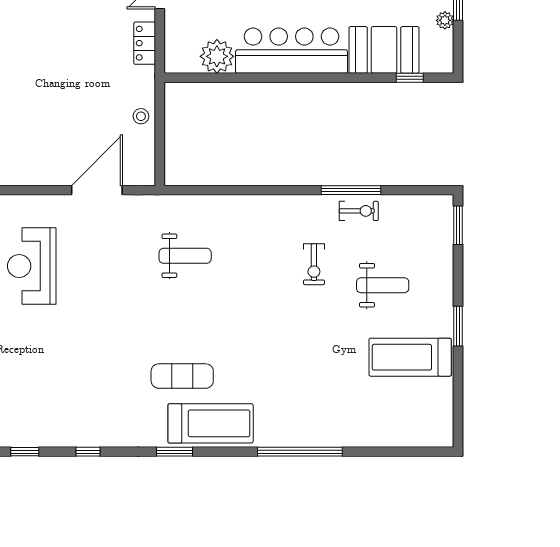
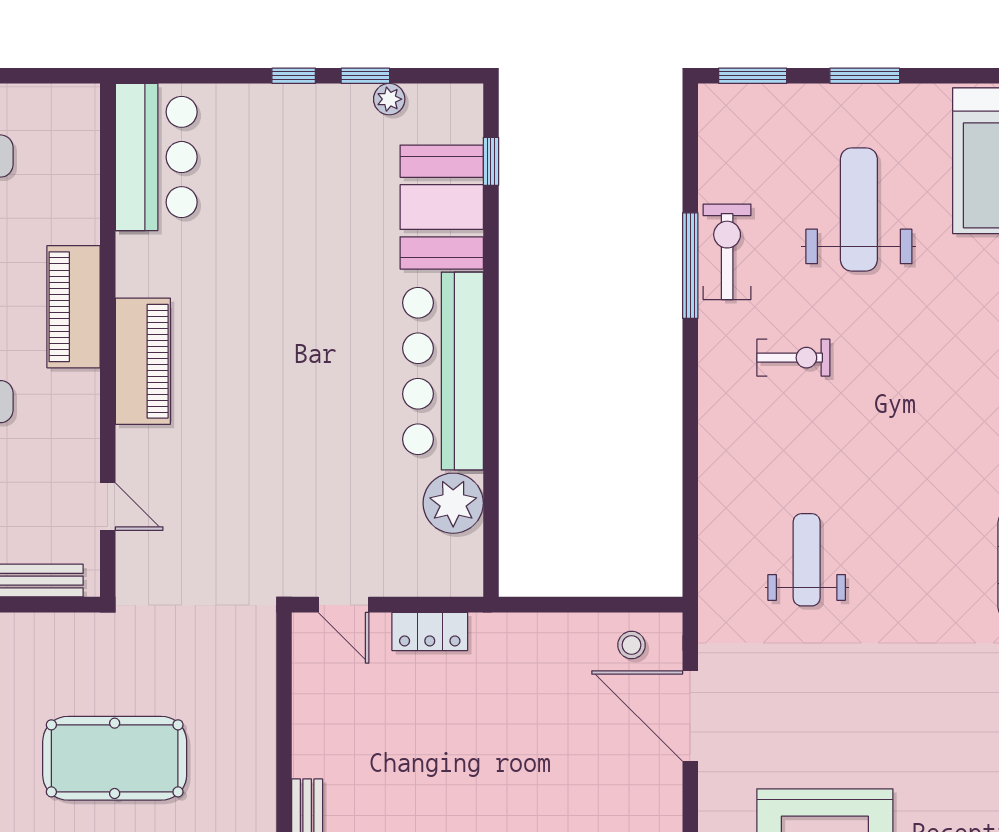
stool: (141, 116) -> (632, 645), moved
exercise bike: (359, 211) -> (727, 252), width x1.38, depth x1.39
exercise bike: (314, 264) -> (793, 358), moved
weight bench: (383, 285) -> (859, 209), width x1.36, depth x1.33
window: (458, 326) -> (865, 76), moved

